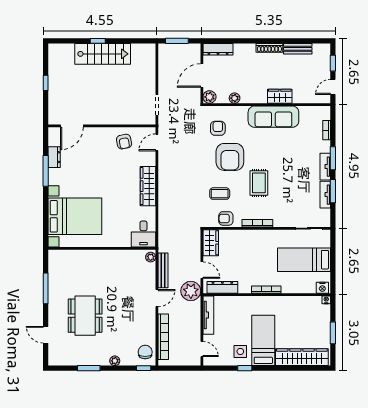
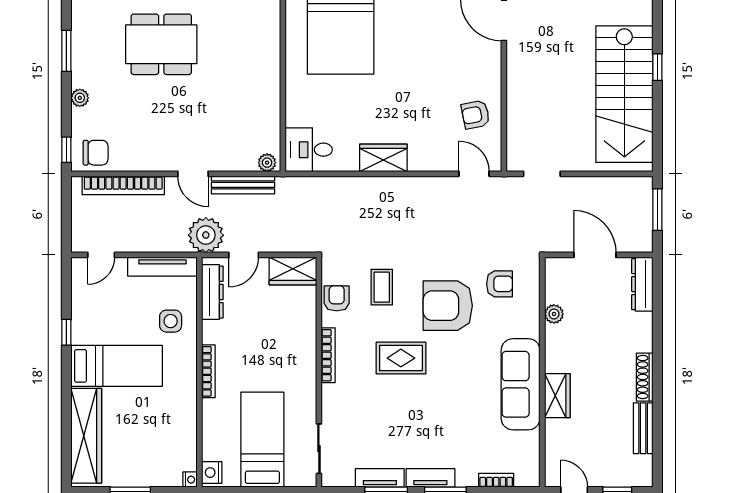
stairs: (103, 54) -> (624, 94), width x1.36, depth x1.51
plant: (209, 97) -> (556, 269), removed
wardrobe: (148, 186) -> (383, 158), width x0.67
side table: (240, 351) -> (171, 321), moved

